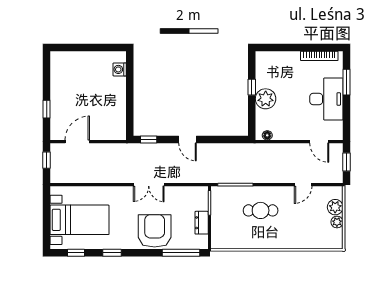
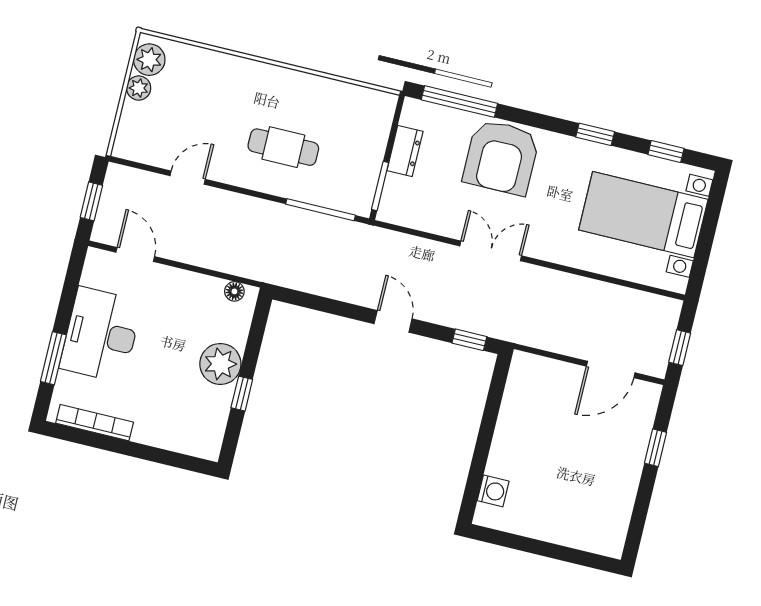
plant: (335, 207) -> (149, 60), moved

